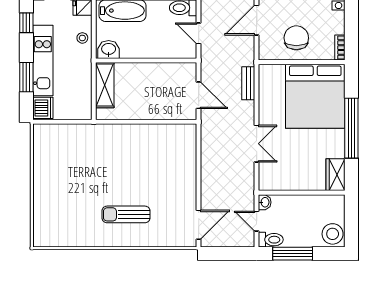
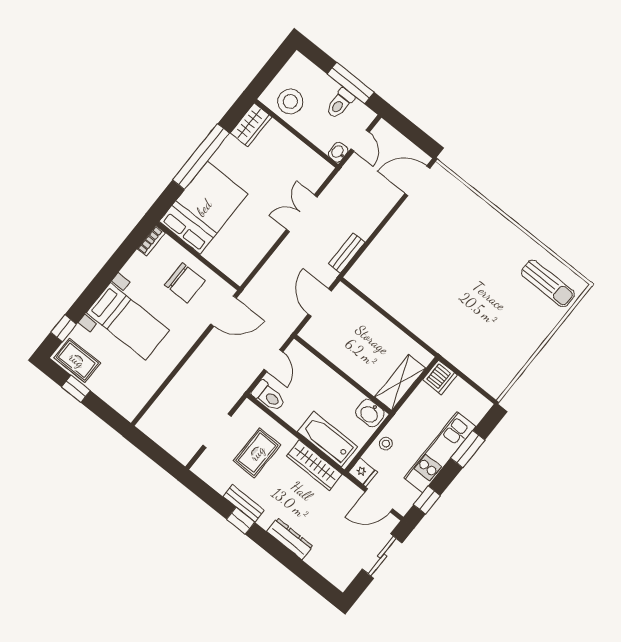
door: (257, 20) -> (224, 311), moved
chair: (296, 38) -> (185, 283), turned -90
bench: (248, 83) -> (347, 253), moved
bed: (315, 96) -> (204, 208), width x0.73
dishwasher: (43, 108) -> (440, 377), moved, turned 180
sun lounger: (126, 214) -> (548, 283), moved
stool: (333, 234) -> (290, 101), moved
toilet: (271, 240) -> (340, 103), moved, turned -90

